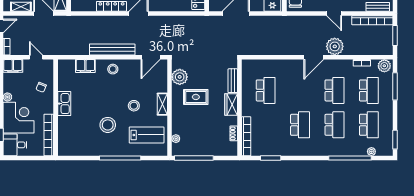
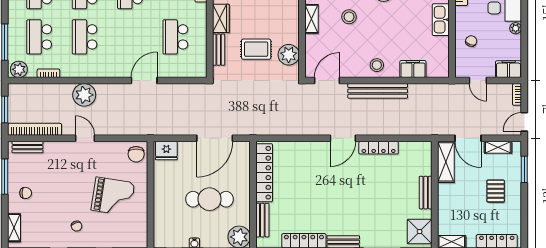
door: (314, 57) -> (144, 81), moved
rug: (196, 97) -> (256, 49), moved

